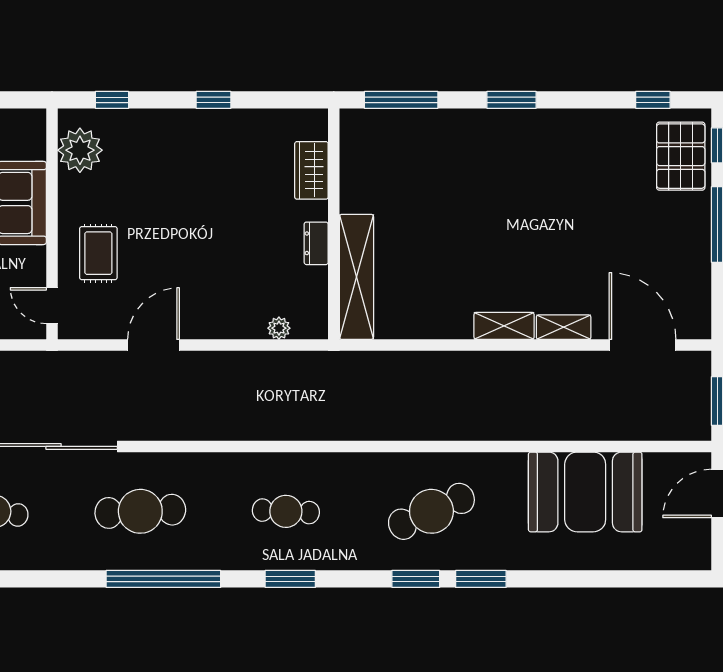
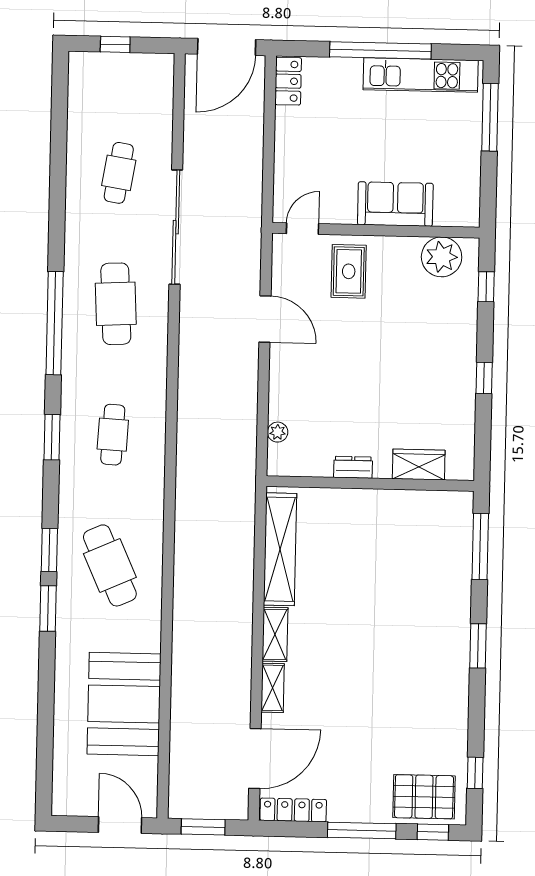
rug: (98, 253) -> (349, 271), turned 90
shelving: (356, 277) -> (280, 549), moved, turned 90
locker: (699, 301) -> (293, 810), added

